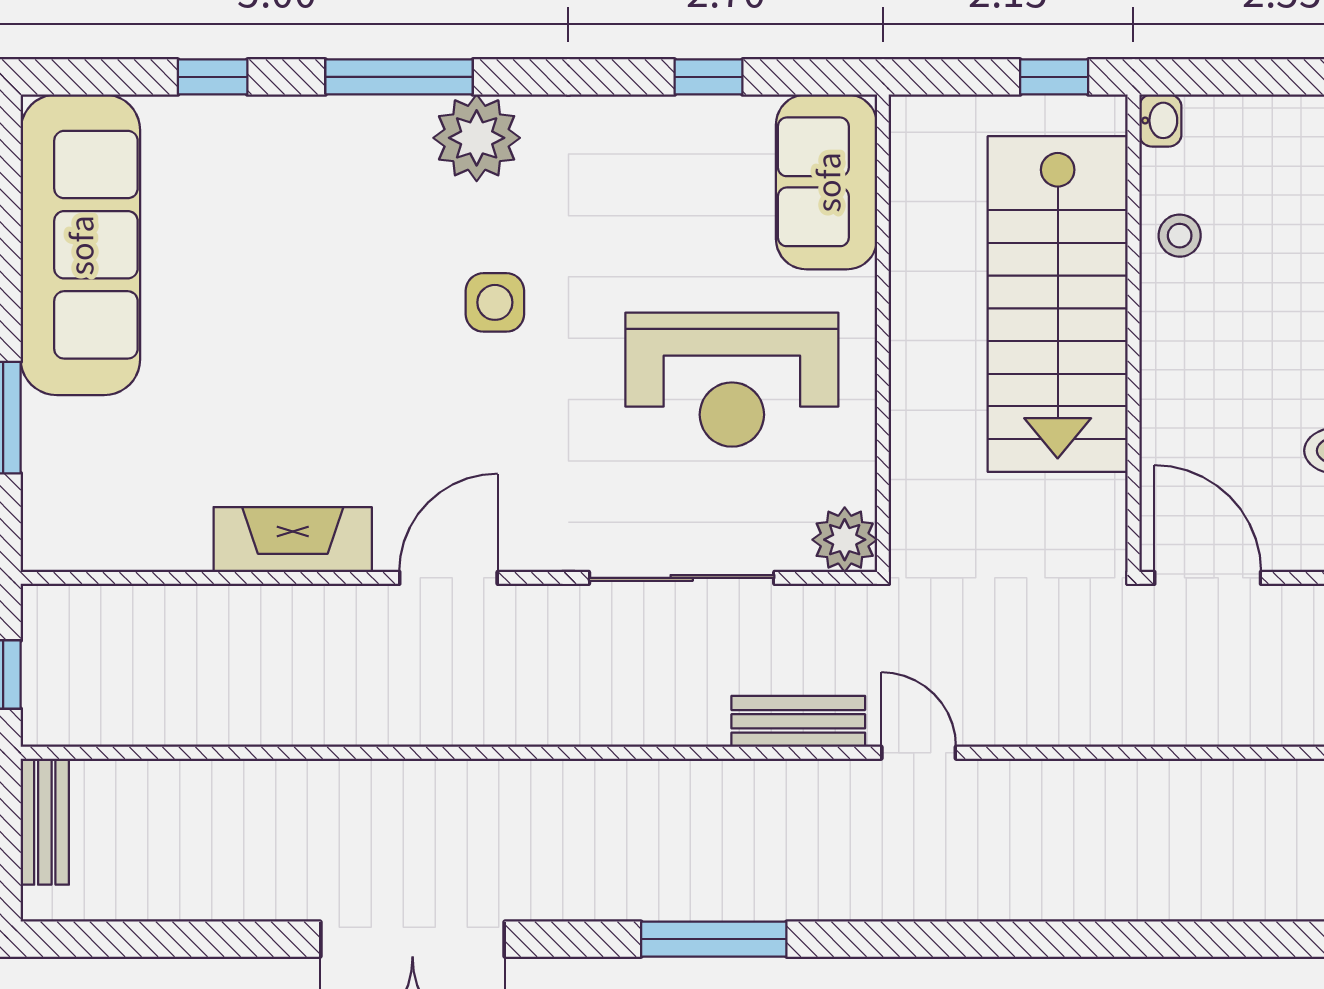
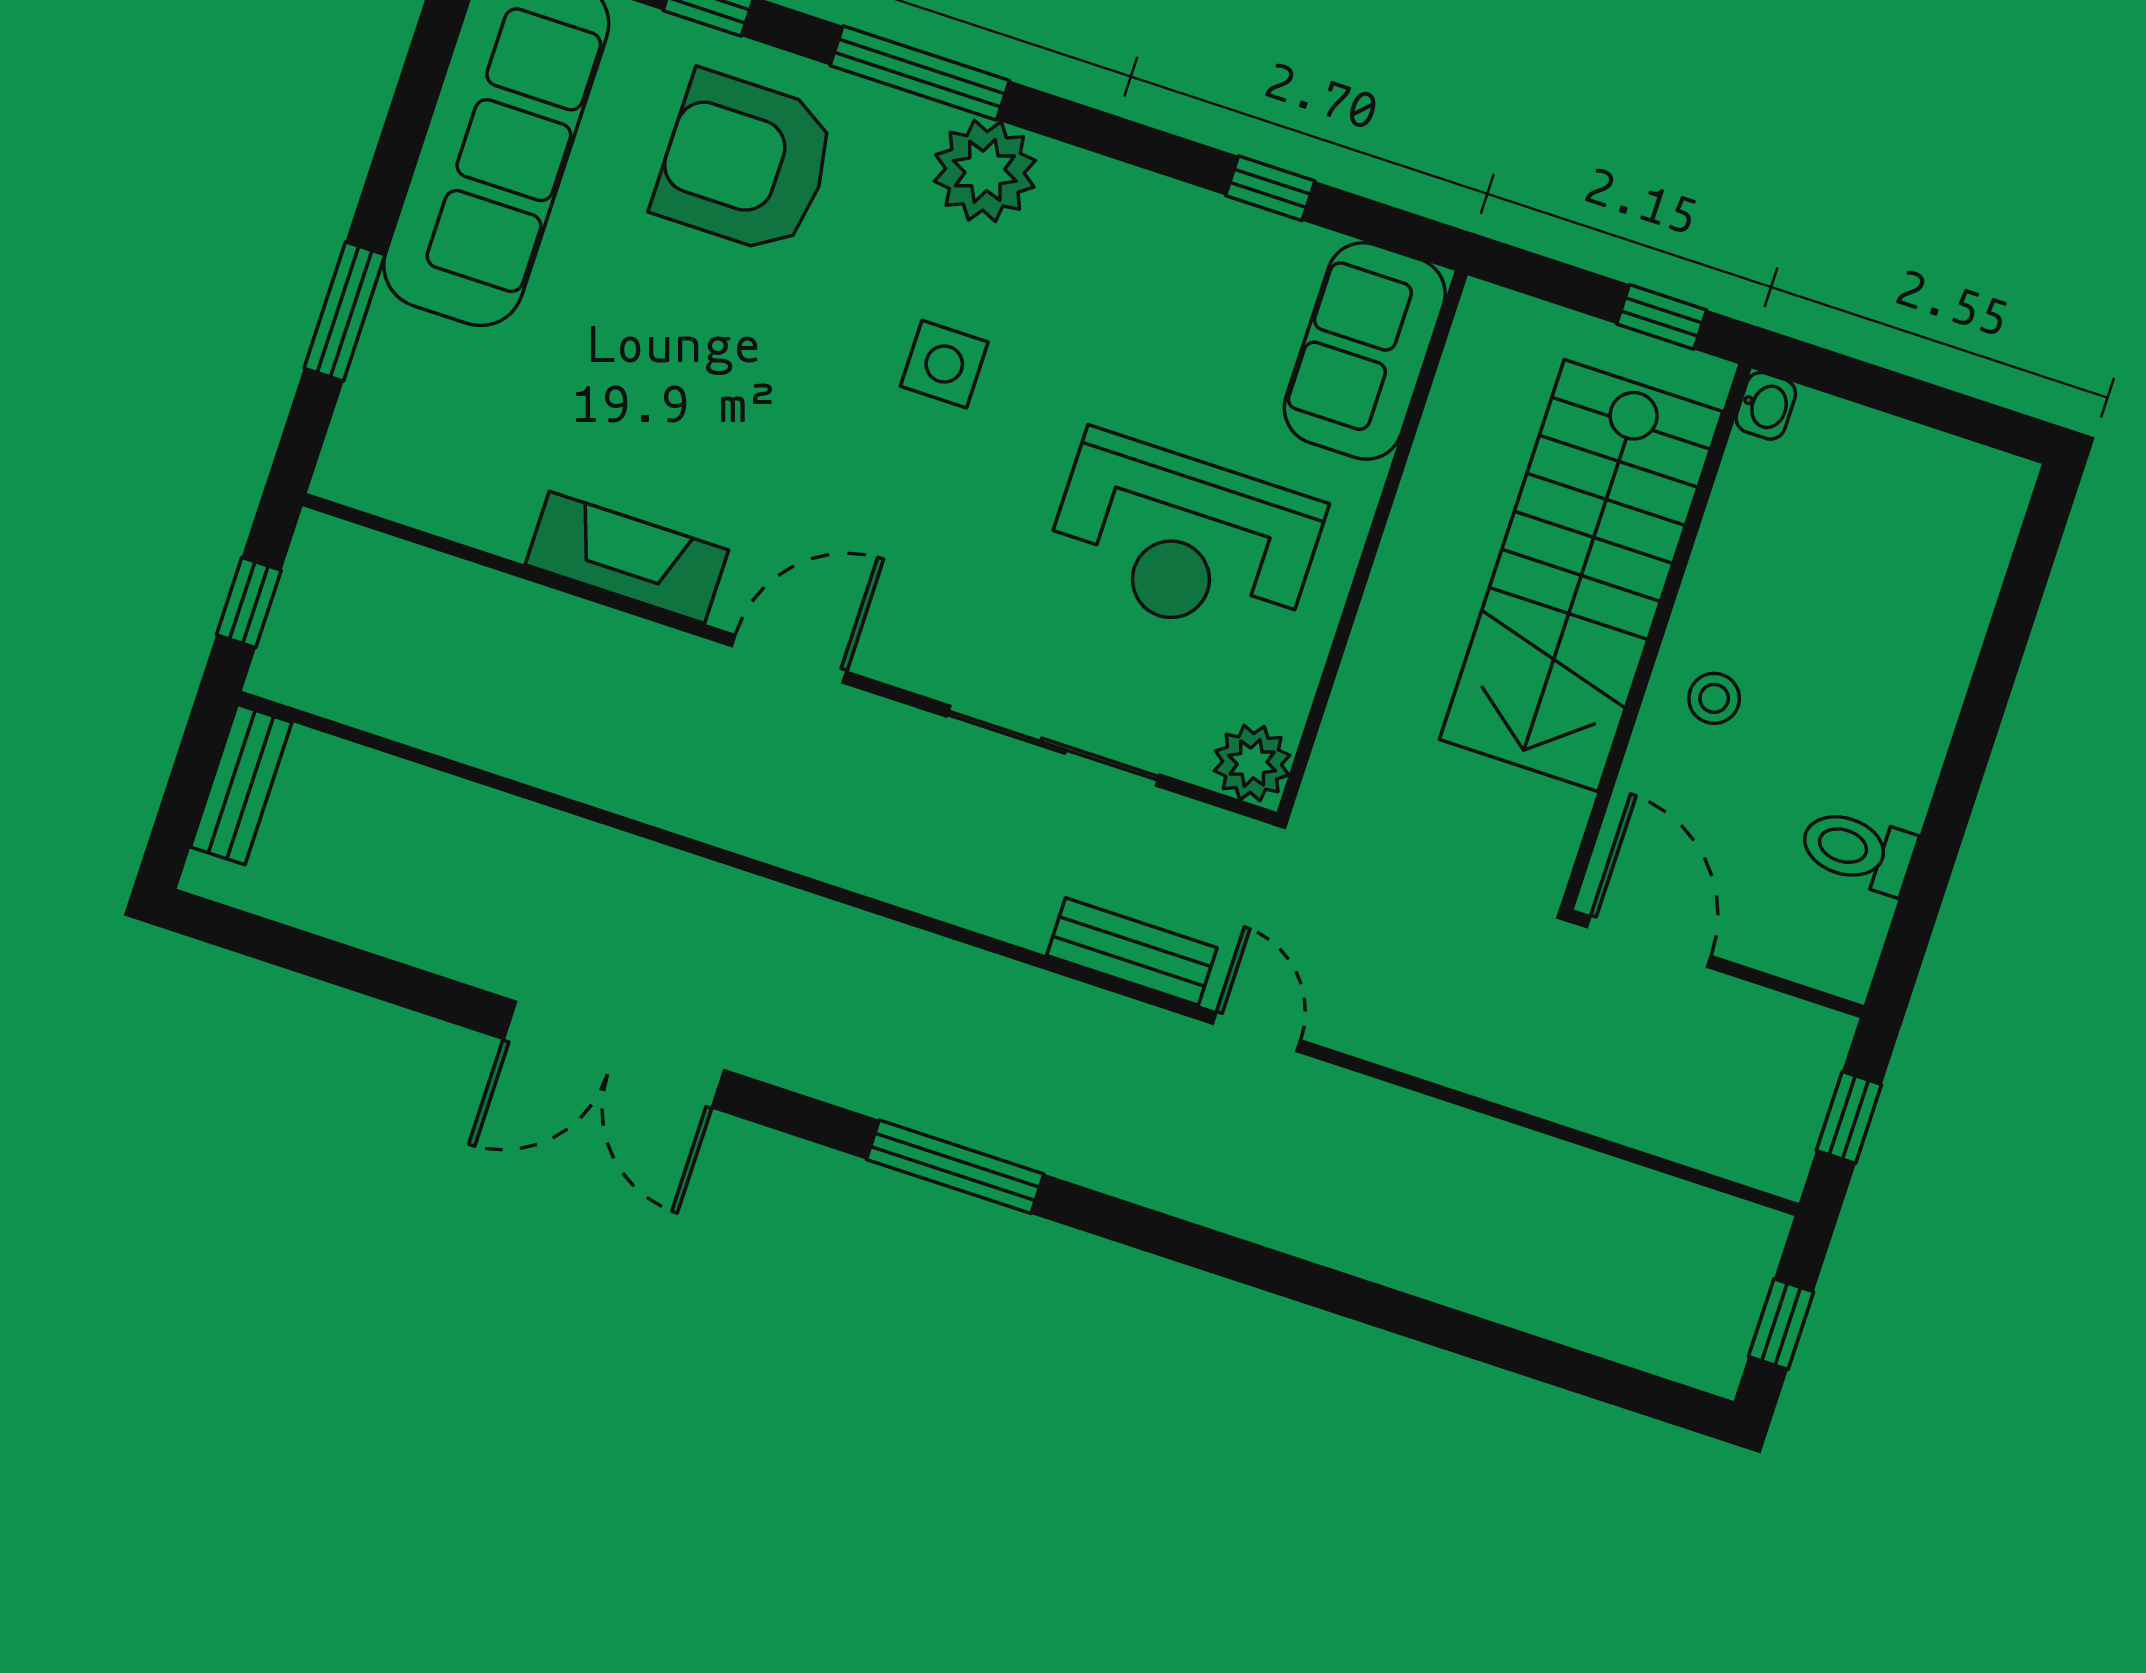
armchair: (284, 194) -> (745, 163), added
stool: (1180, 236) -> (1714, 698), moved

